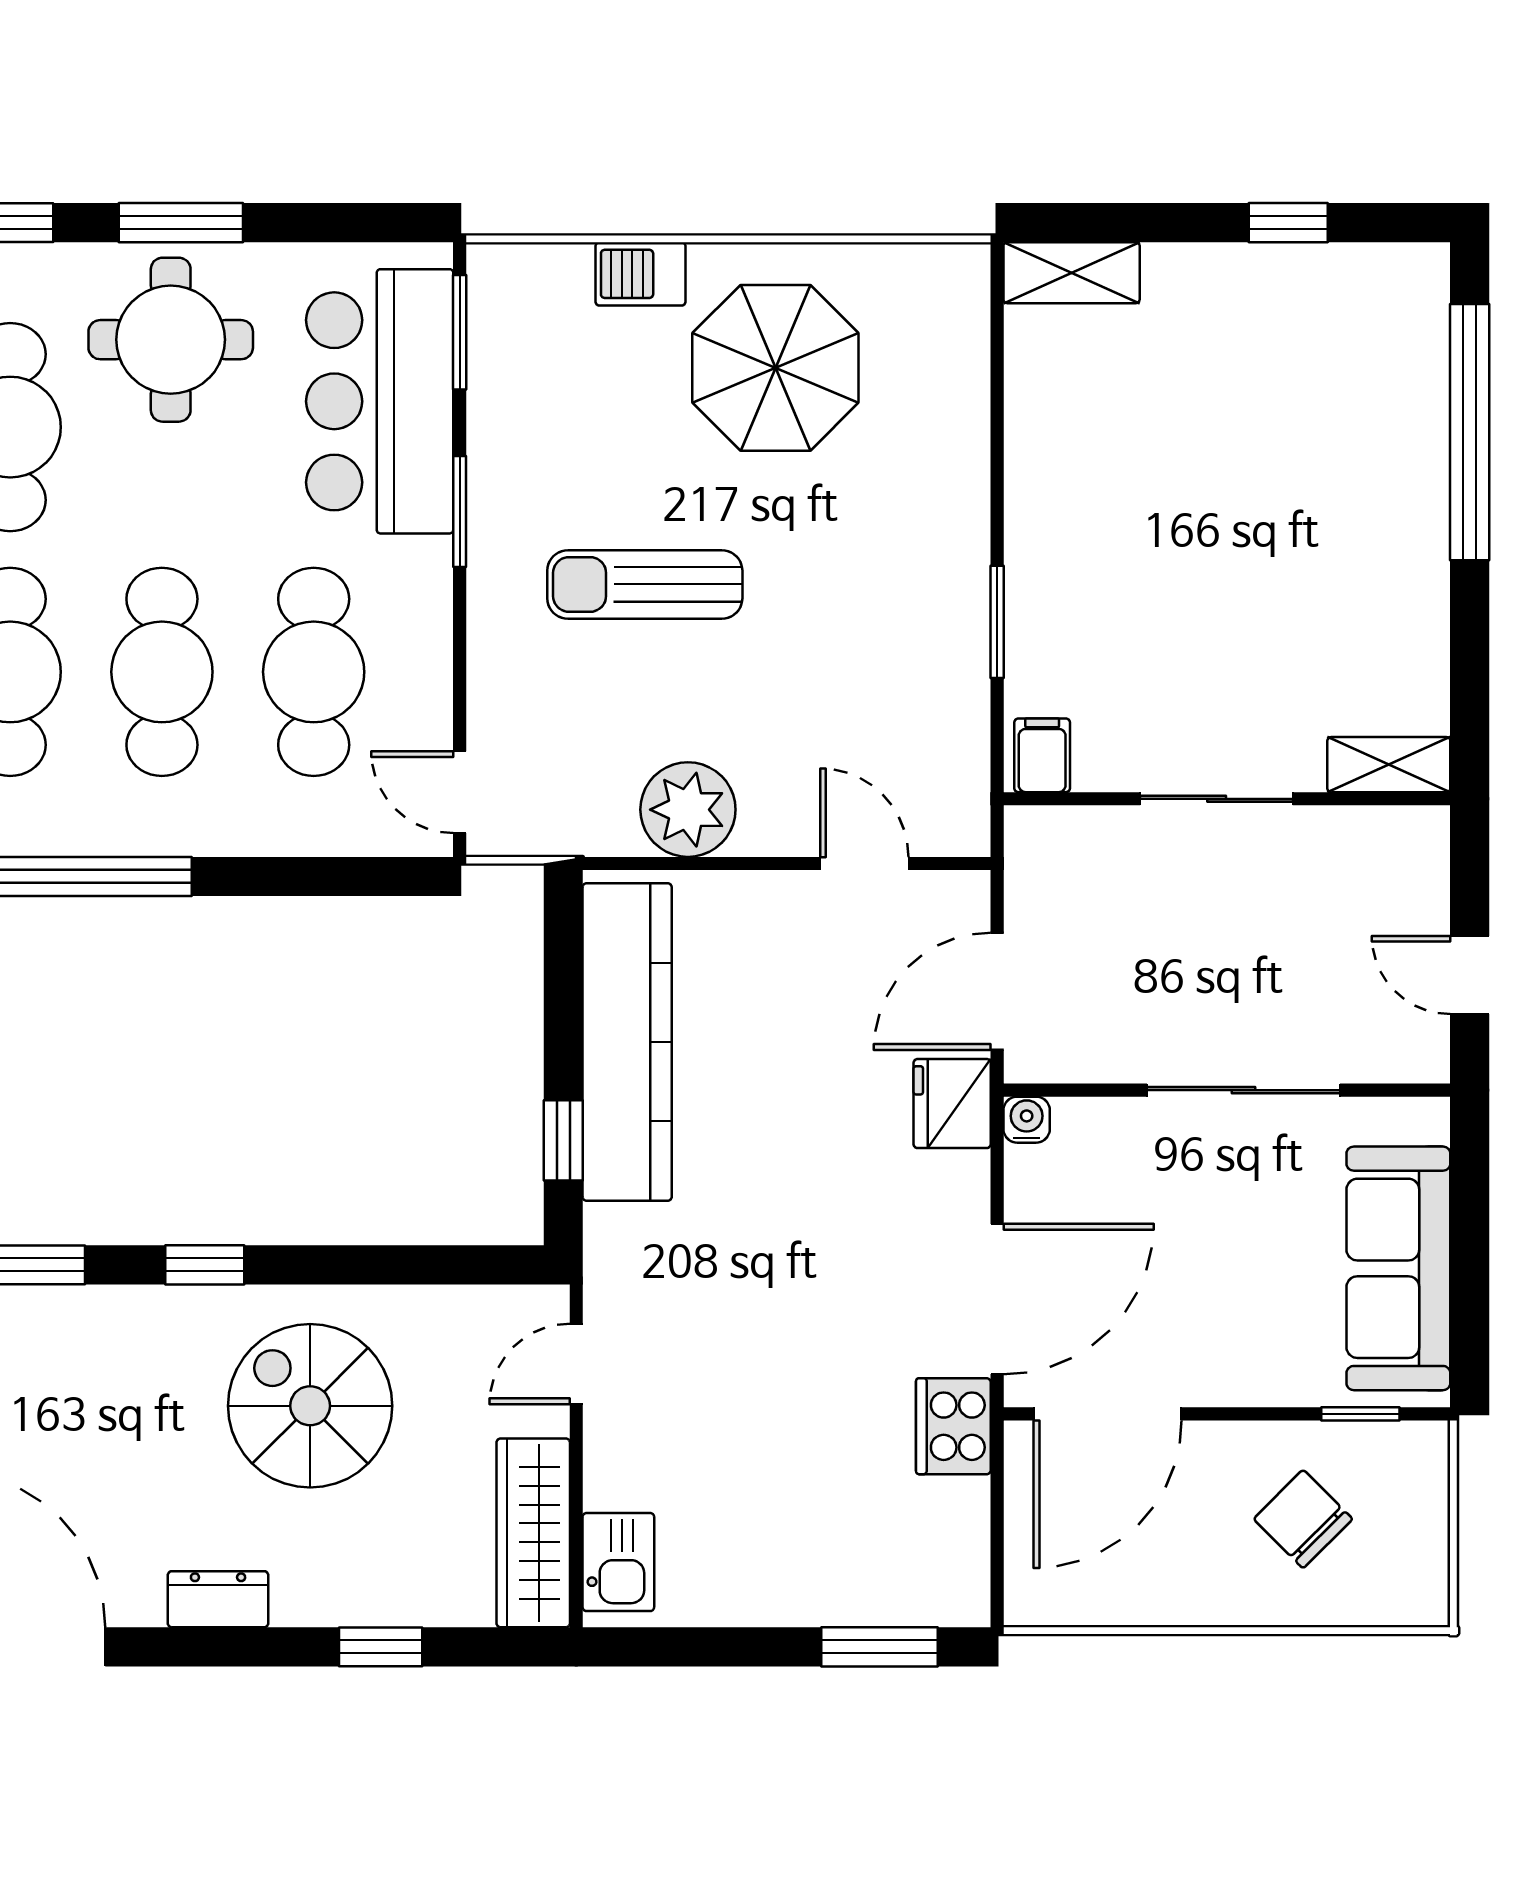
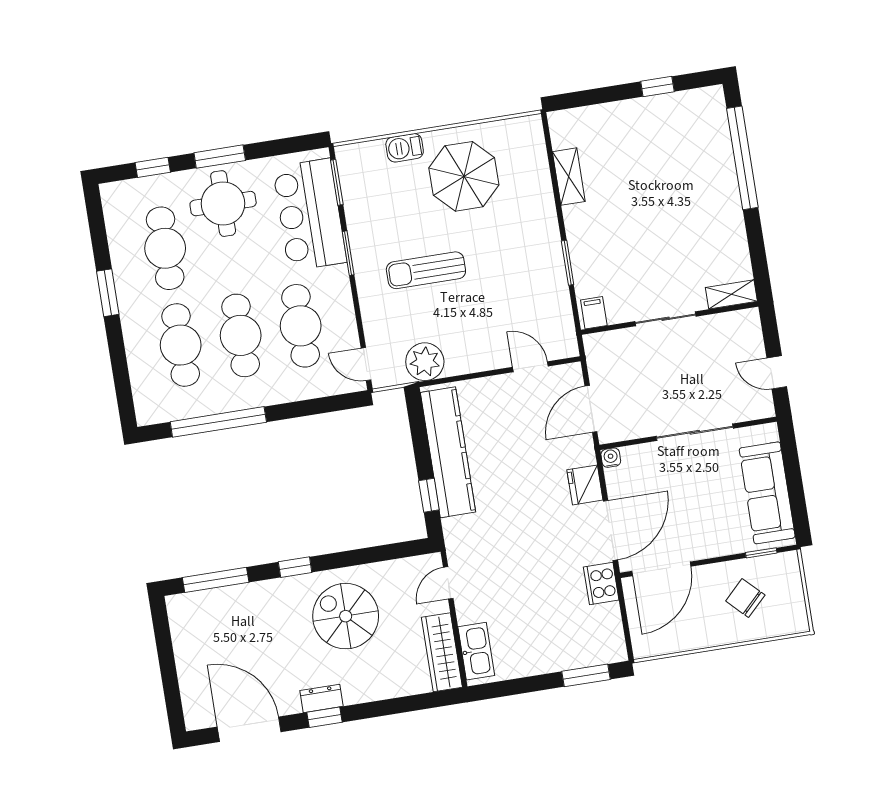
shelving: (1072, 273) -> (569, 177), moved, turned 90
plant: (688, 810) -> (425, 362), moved
fridge: (952, 1104) -> (585, 485), moved
kitchen sink: (618, 1562) -> (476, 651), width x1.38
window: (381, 1647) -> (324, 717), moved

